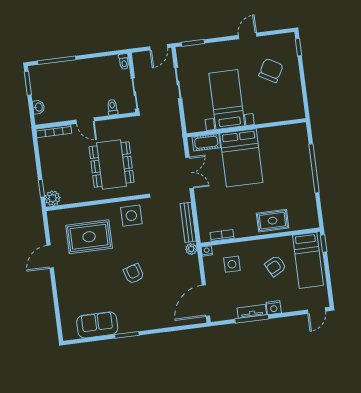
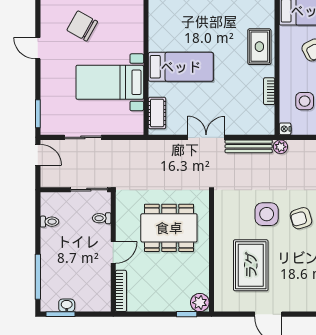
toilet: (124, 62) -> (49, 222), moved
washbasin: (38, 107) -> (67, 305), moved
bed: (241, 158) -> (181, 67), width x0.67
double door: (190, 173) -> (206, 137), moved
side table: (131, 216) -> (267, 214), moved
bookcase: (222, 235) -> (269, 91), moved

